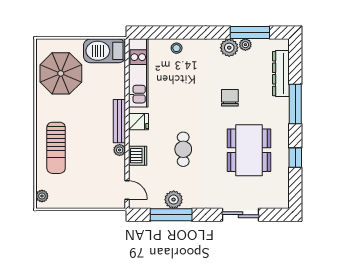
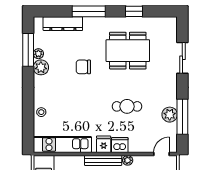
dishwasher: (138, 156) -> (120, 145), moved

